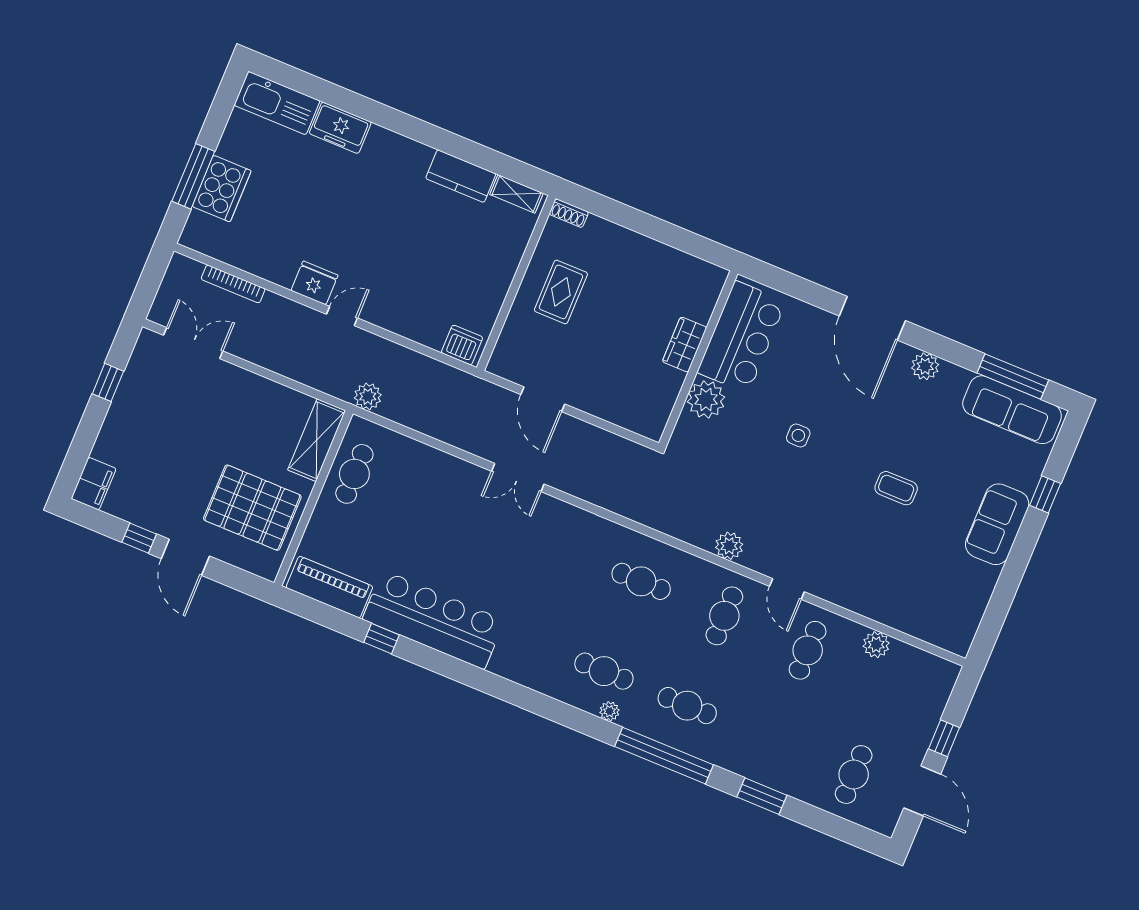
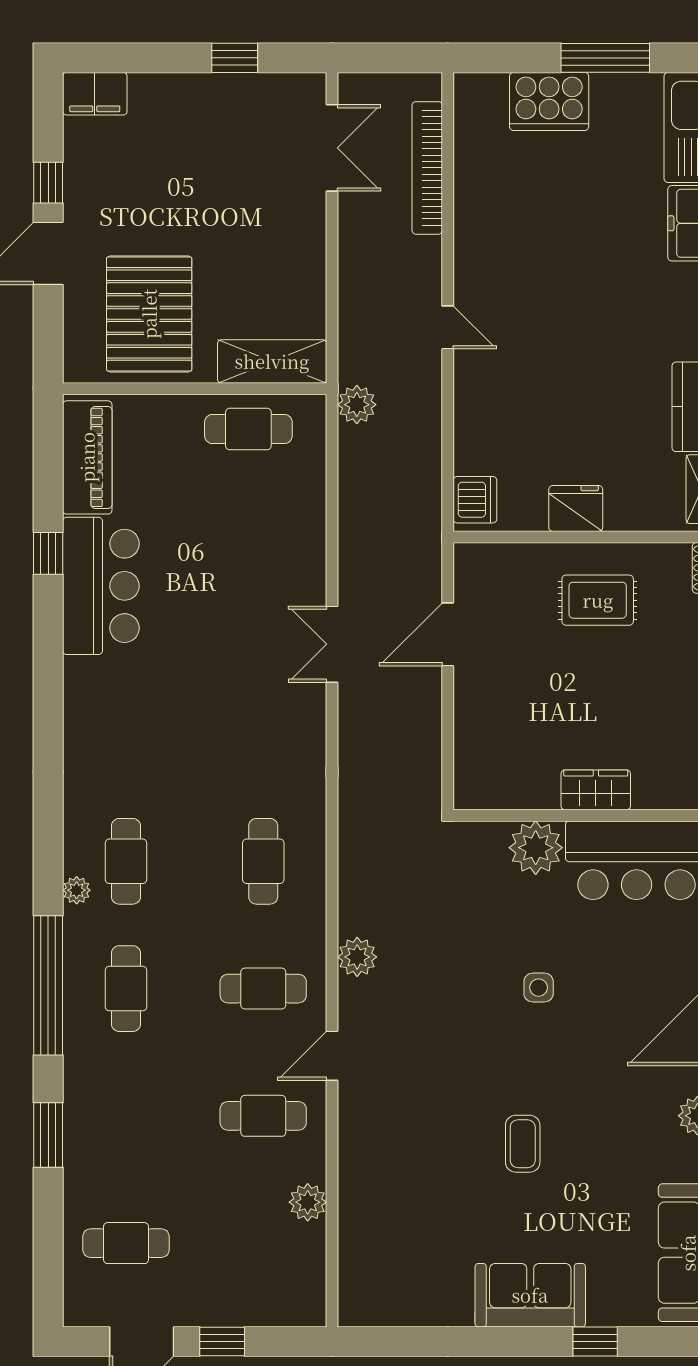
window: (193, 176) -> (605, 58), moved
fridge: (314, 283) -> (576, 508), moved, turned -90
bookcase: (233, 284) -> (427, 168), width x1.48, depth x1.31
bar counter: (433, 620) -> (101, 586), width x0.73

